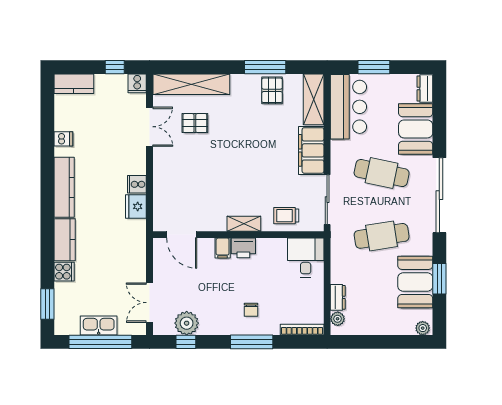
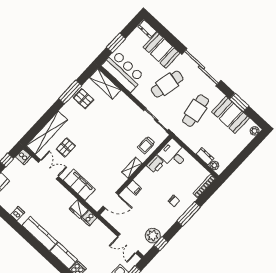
filing cabinet: (311, 150) -> (79, 185), moved, turned 180
cooker: (137, 184) -> (89, 218), moved
printer: (243, 248) -> (156, 164), moved

